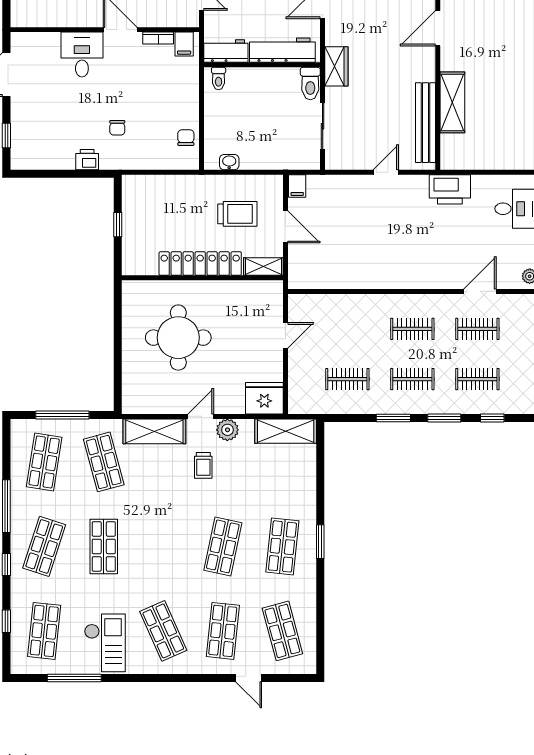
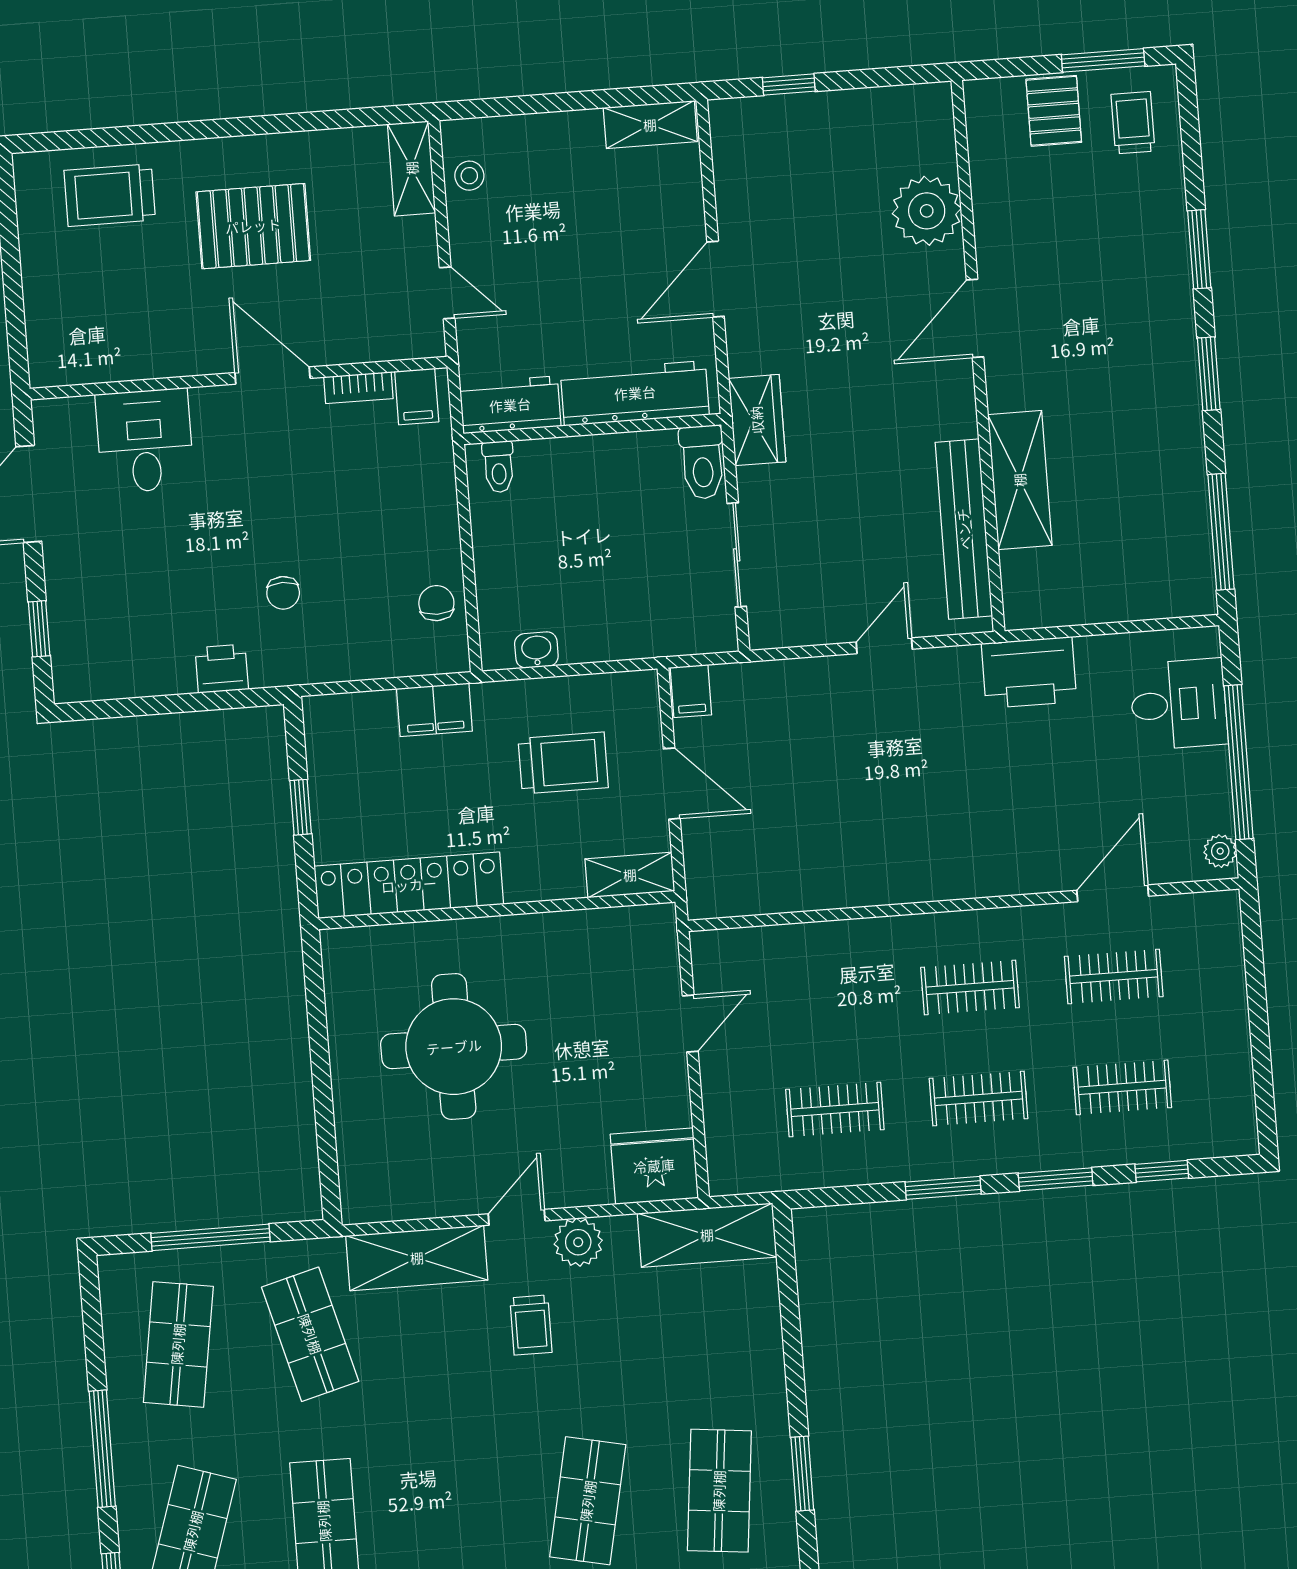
desk: (82, 55) -> (145, 441), moved
filing cabinet: (181, 186) -> (434, 710), added
locker: (200, 264) -> (409, 885), moved

